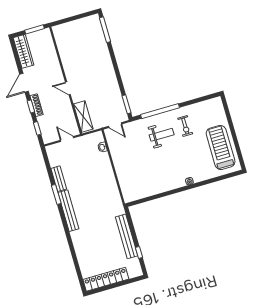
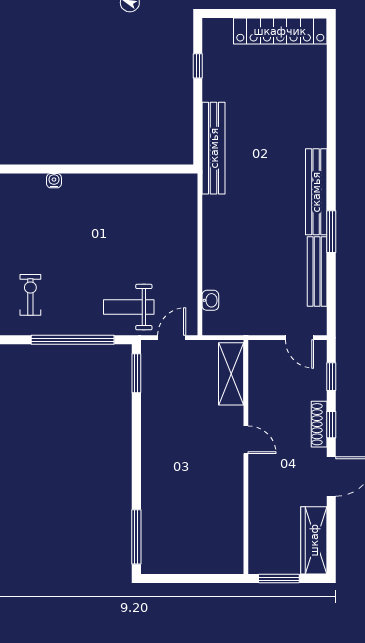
door: (115, 125) -> (172, 338), hinge flipped
weight bench: (162, 135) -> (129, 307), moved
door: (67, 139) -> (299, 338), moved
bench: (59, 179) -> (317, 271), width x1.36
bench: (127, 236) -> (214, 148), moved

